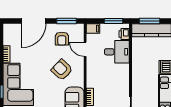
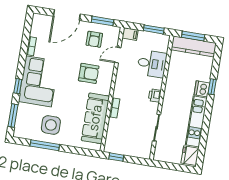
printer: (124, 34) -> (155, 96), moved
door: (85, 49) -> (118, 55), hinge flipped
armchair: (62, 70) -> (89, 73), turned 136

